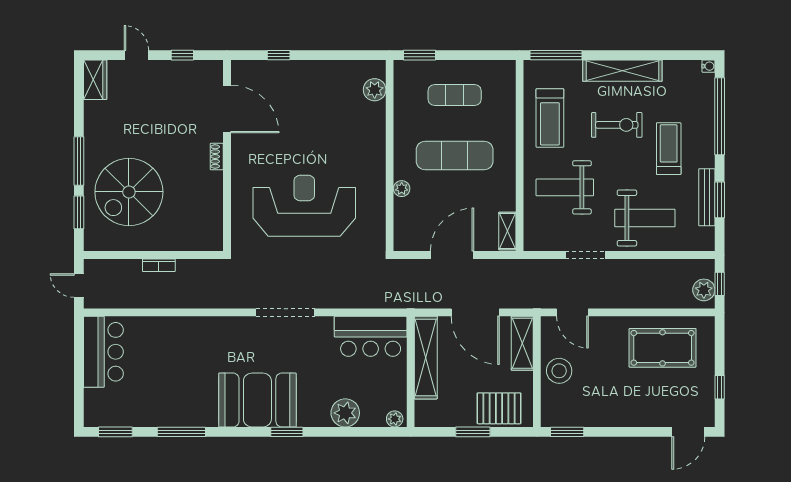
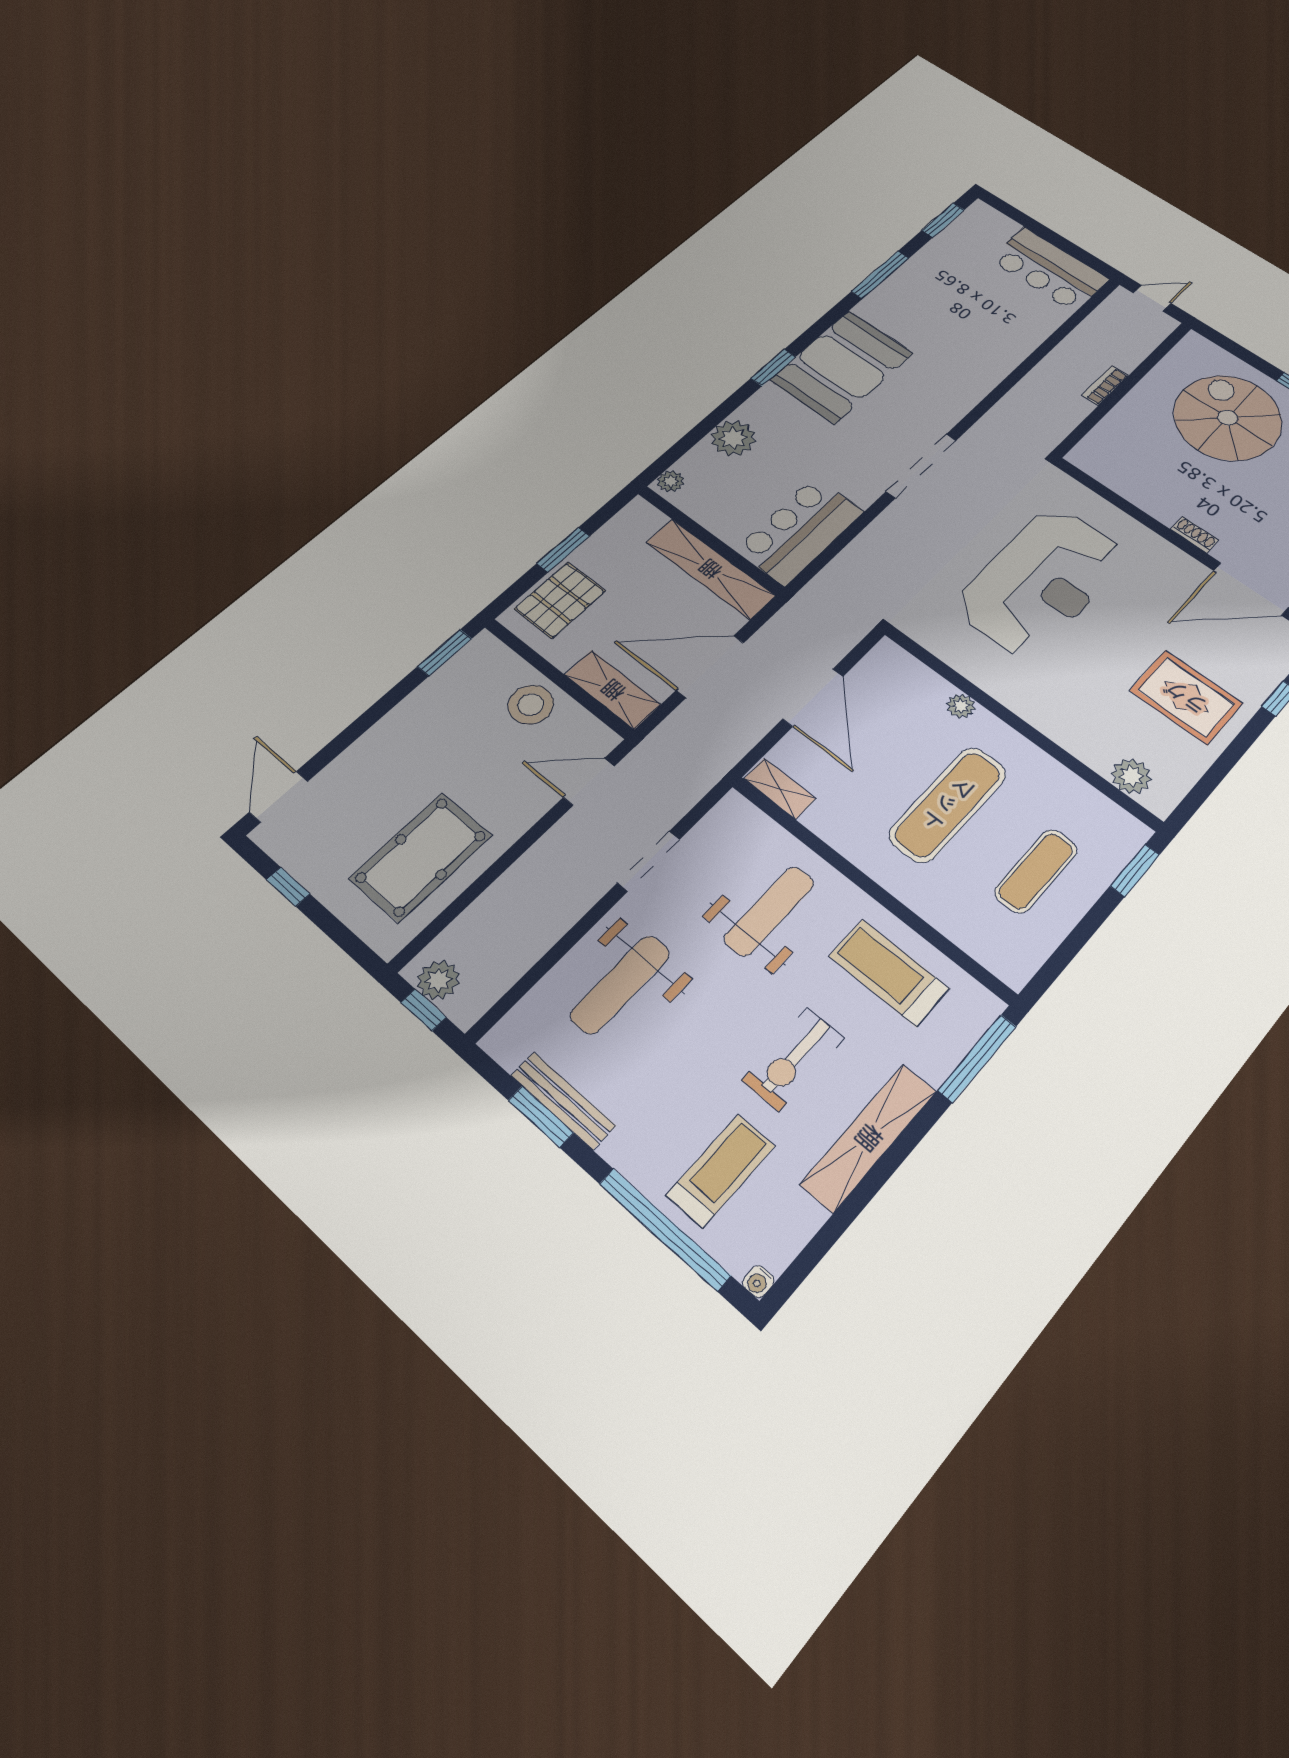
rug: (313, 96) -> (1186, 697), added
treadmill: (669, 149) -> (721, 1170), moved, turned -90
window: (79, 212) -> (1245, 355), removed

